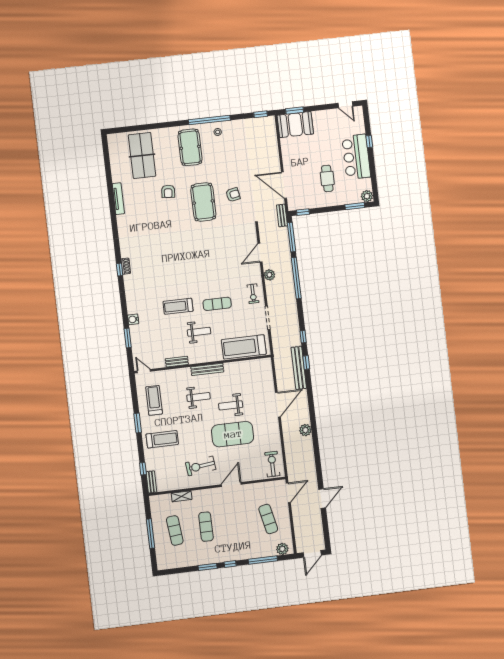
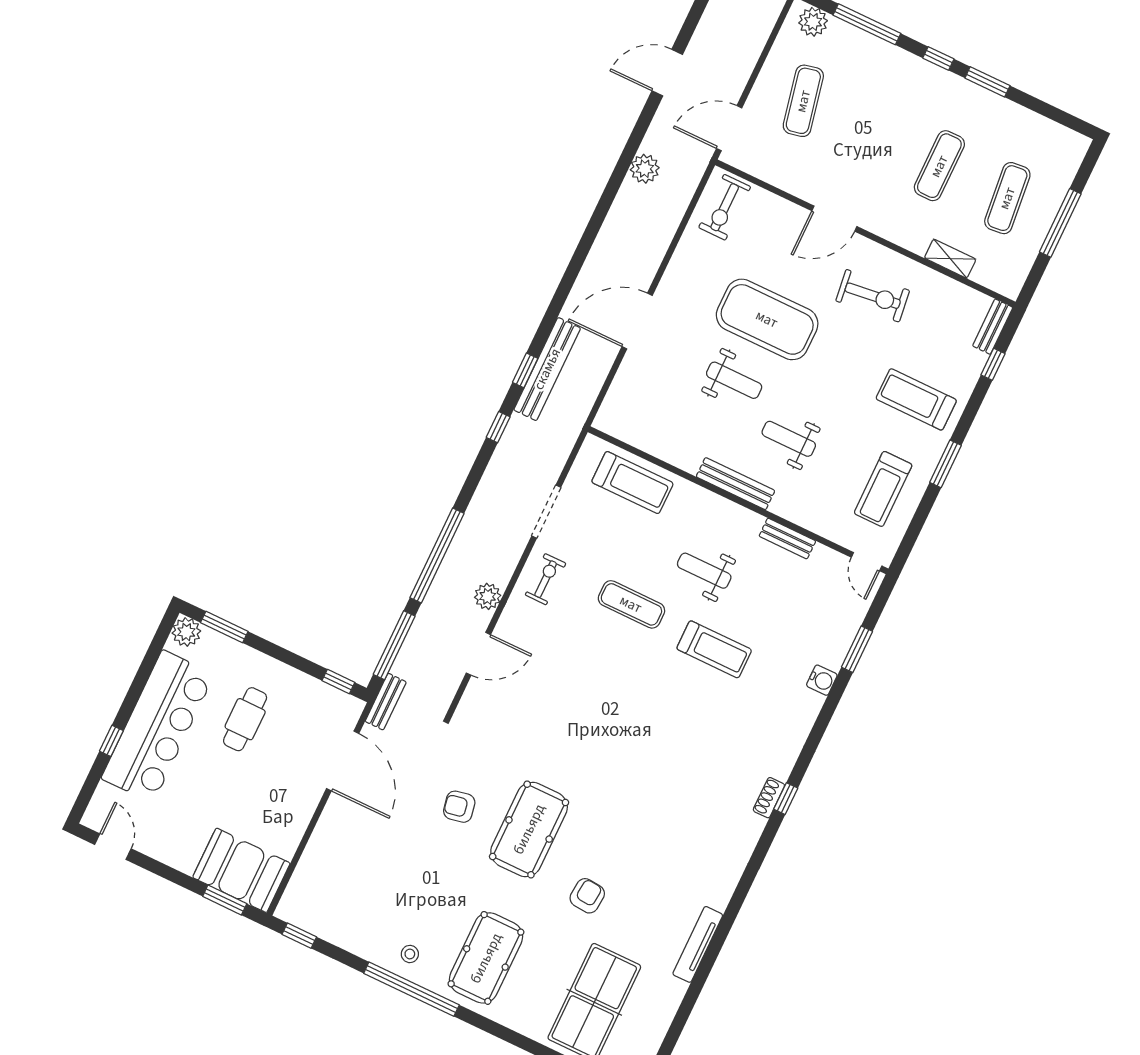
bar counter: (356, 157) -> (158, 726), width x1.36
treadmill: (244, 347) -> (632, 483), width x0.73, depth x0.73
plant: (305, 430) -> (645, 169), moved

